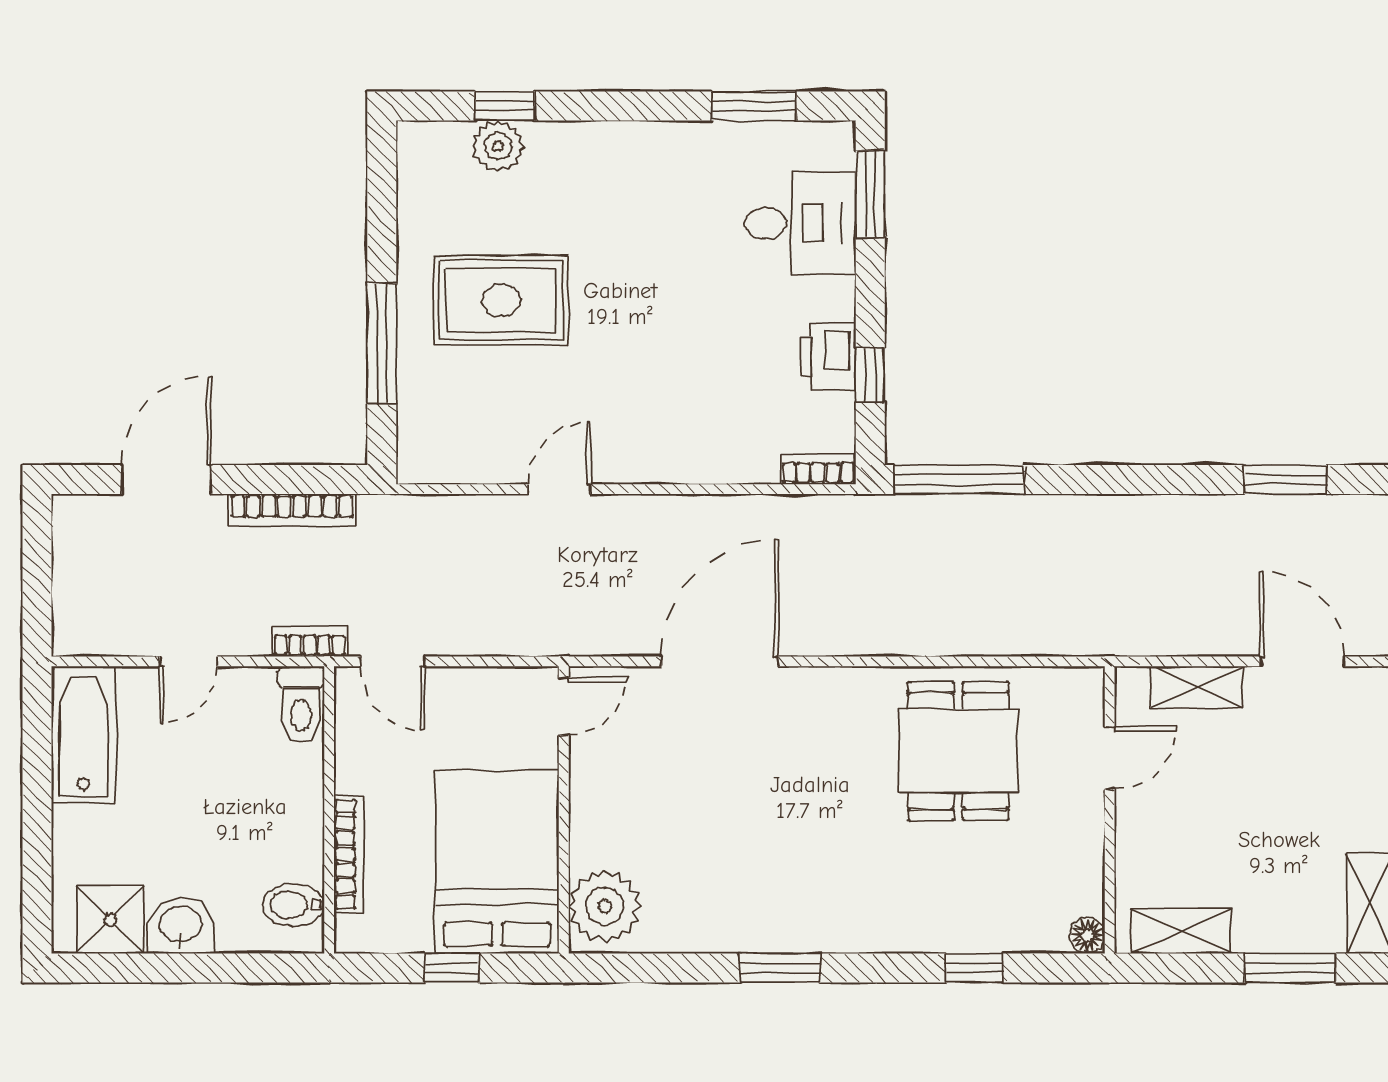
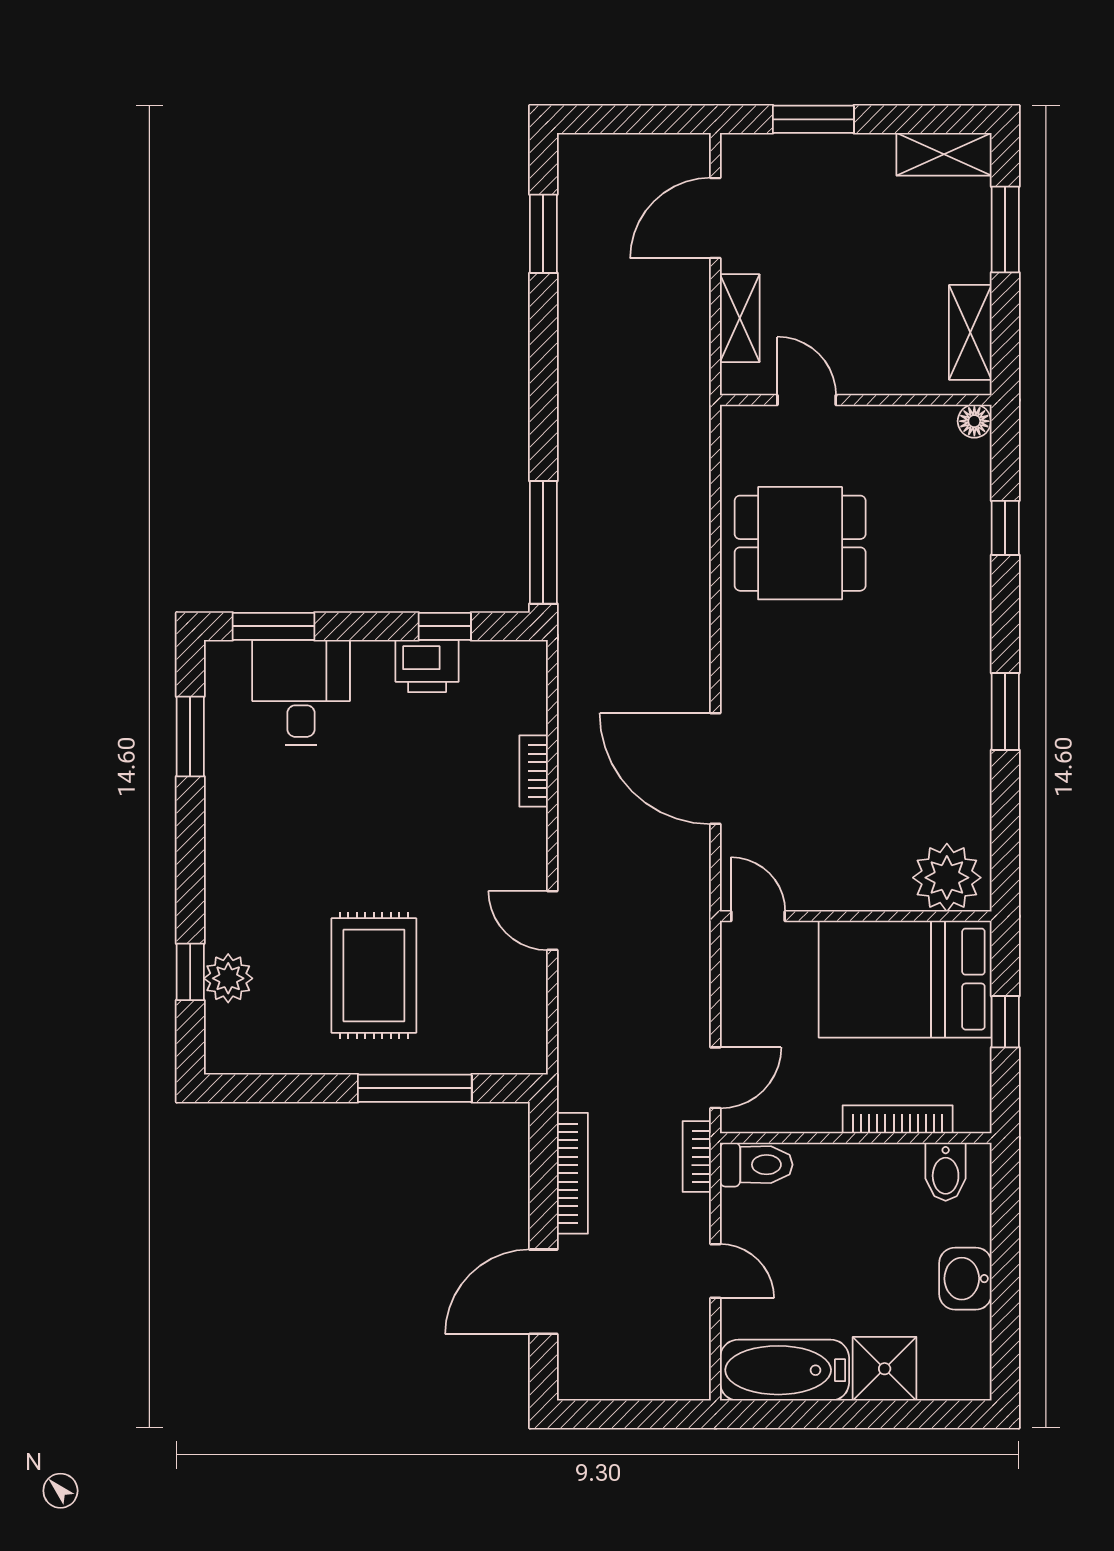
bookcase: (818, 469) -> (534, 771), moved
door: (166, 479) -> (543, 1292), hinge flipped
shower: (110, 920) -> (885, 1369), moved

